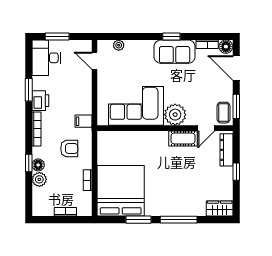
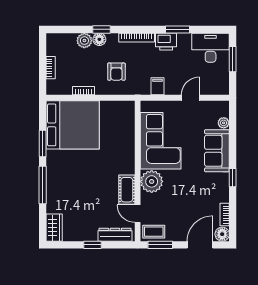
sofa: (175, 52) -> (217, 151), moved
door: (94, 61) -> (190, 98), moved
filing cabinet: (83, 121) -> (158, 86), moved

